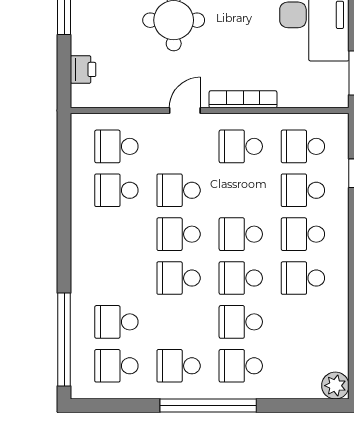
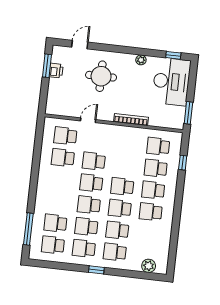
printer: (83, 69) -> (56, 71), moved
door: (185, 111) -> (88, 120), moved
school desk: (241, 146) -> (86, 227), moved
window: (64, 340) -> (28, 229), width x0.68
plant: (335, 386) -> (149, 266), moved
window: (208, 405) -> (96, 270), width x0.32

